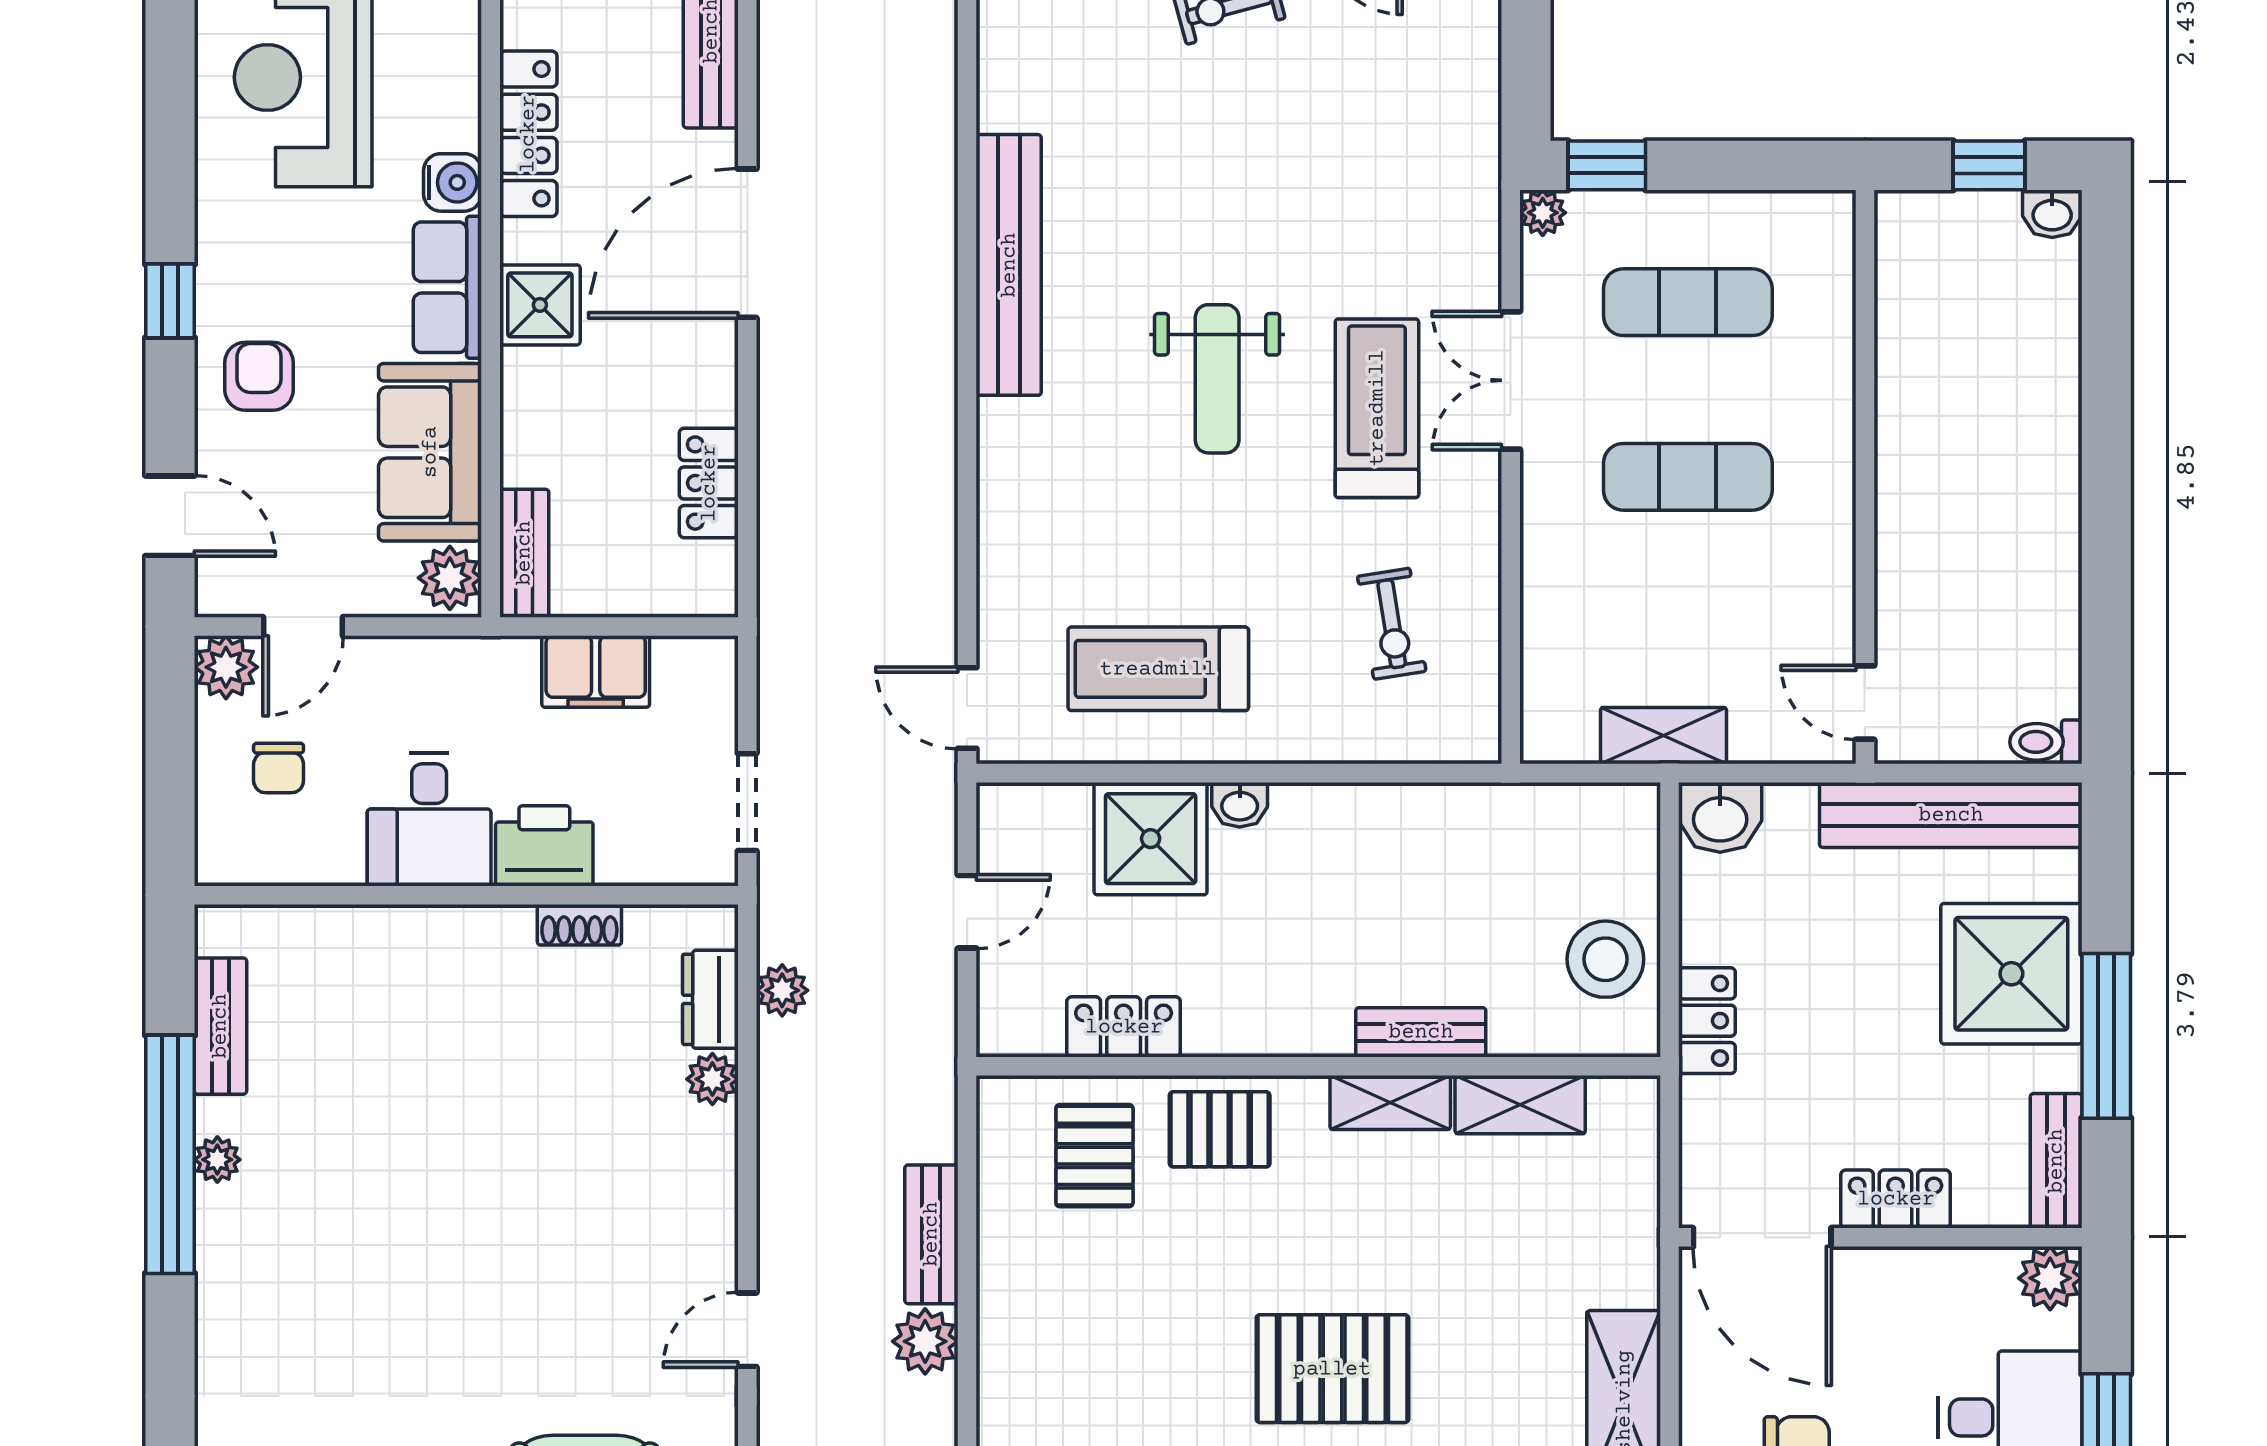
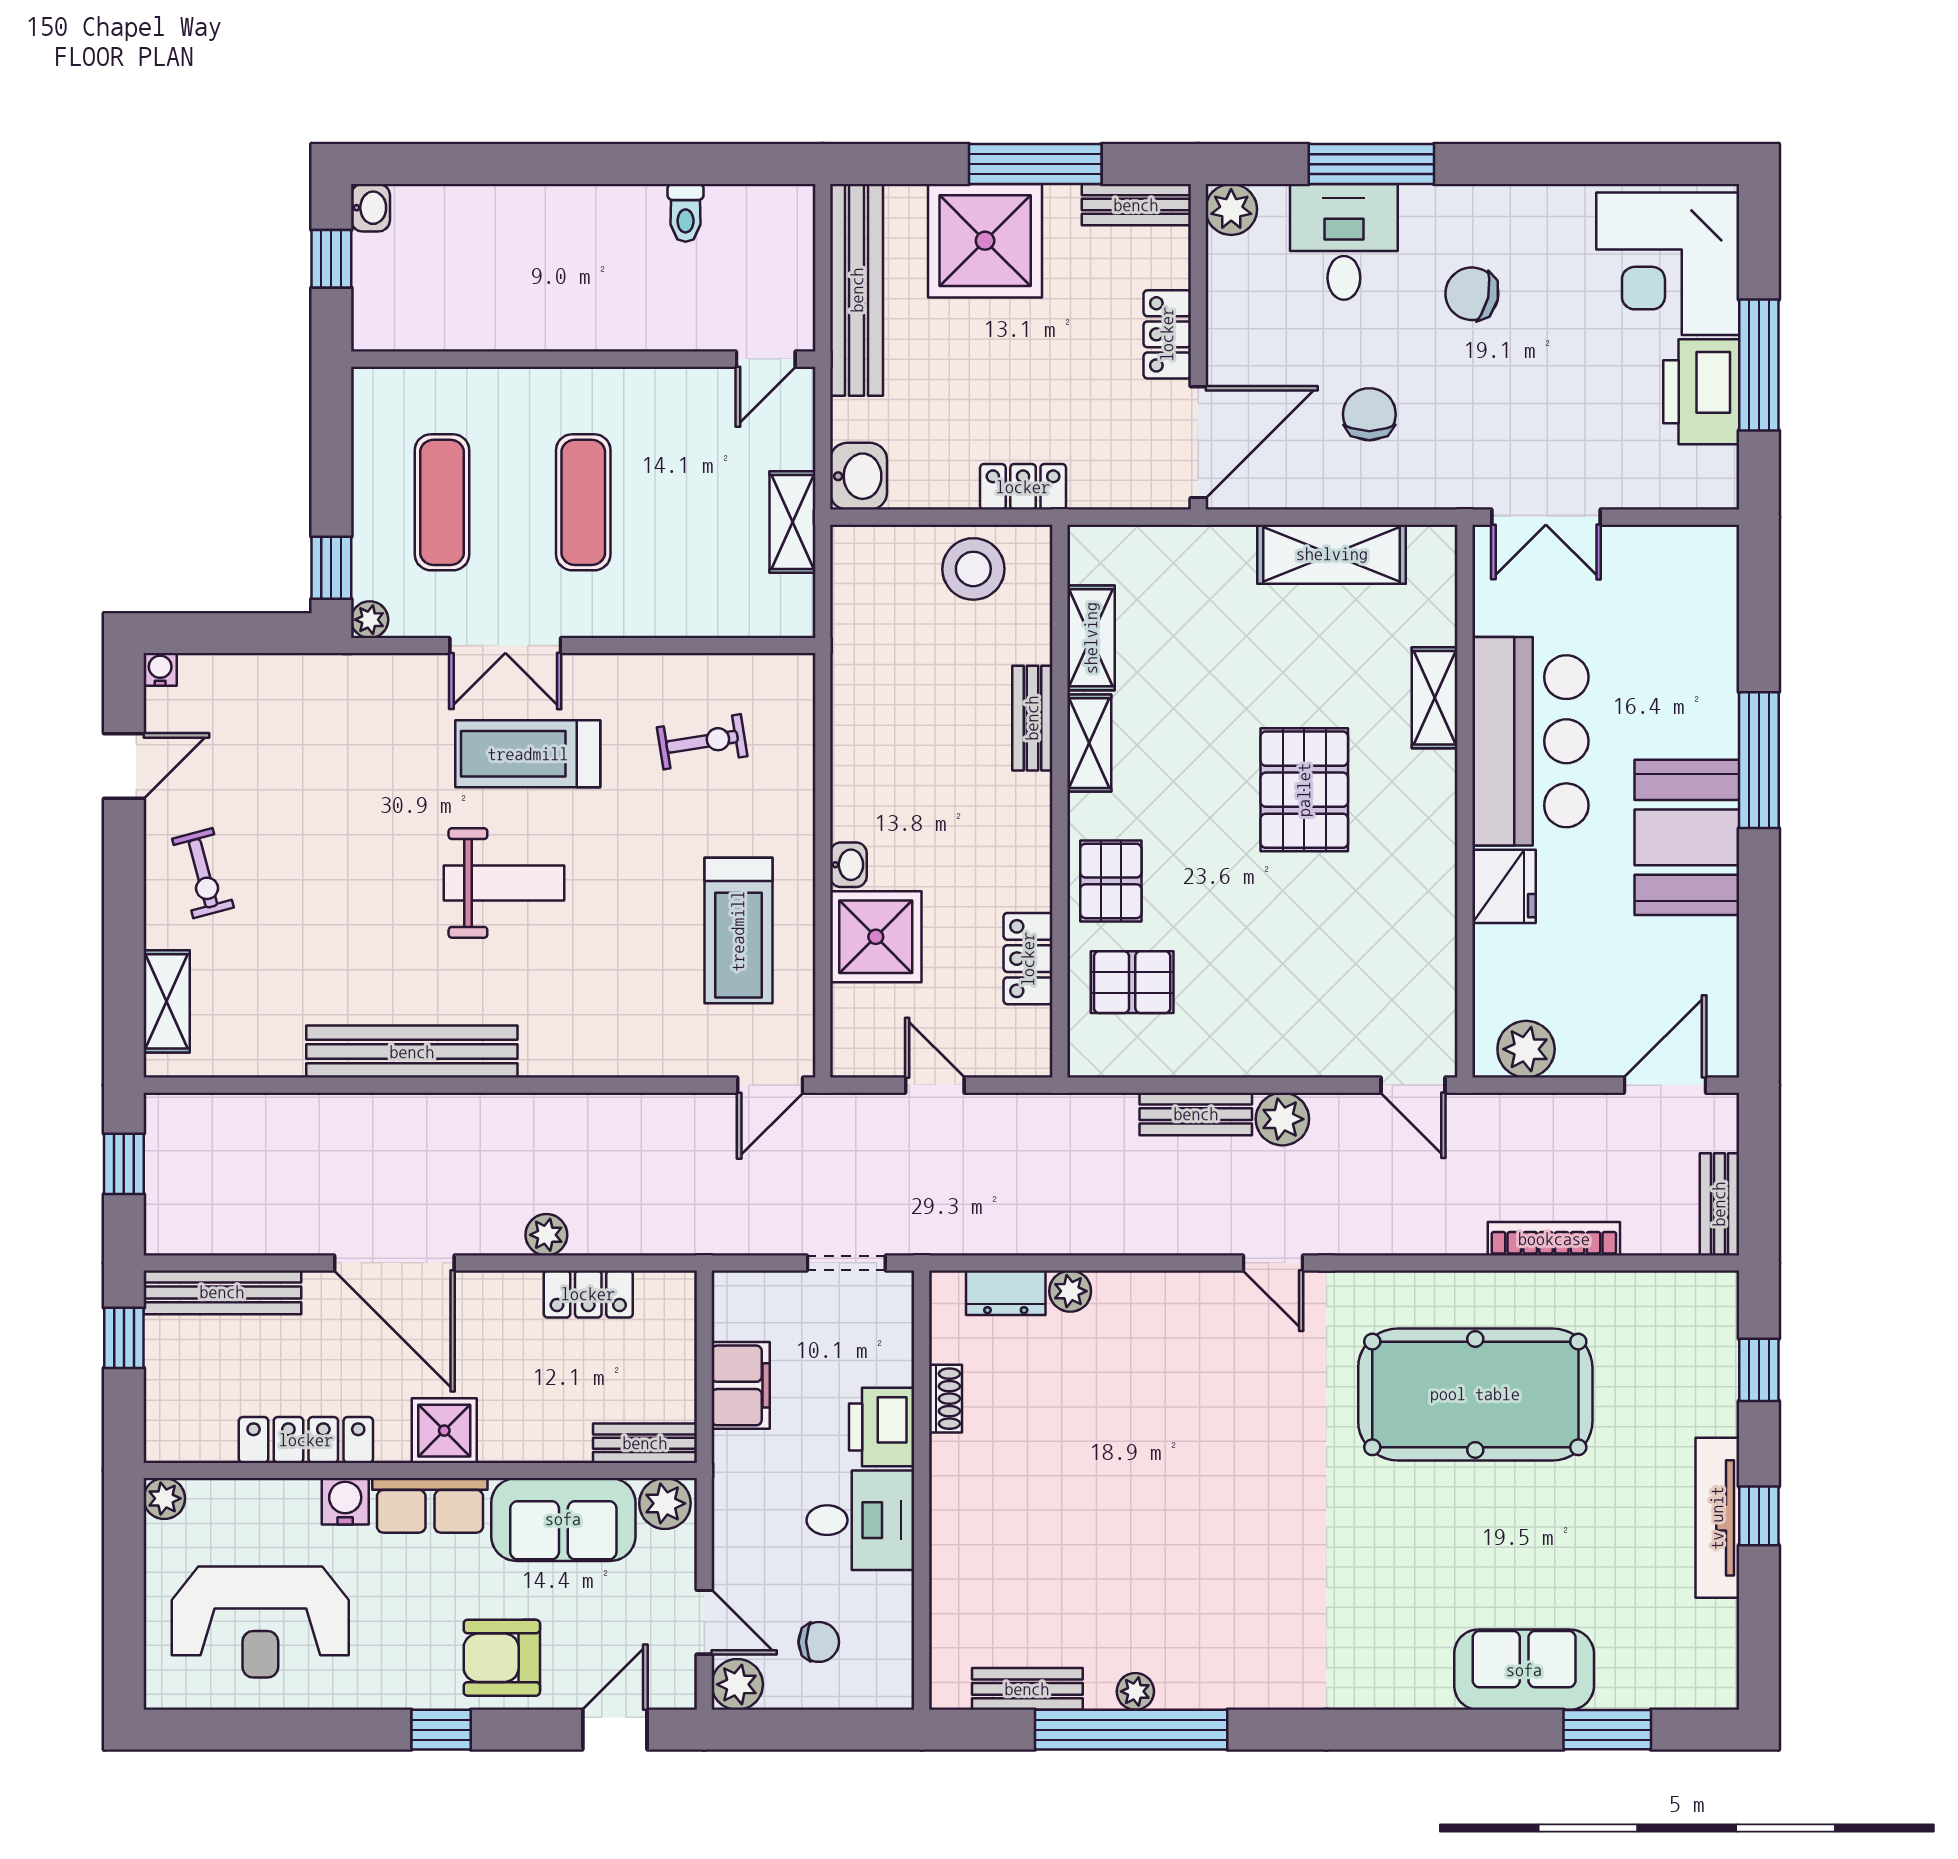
armchair: (259, 376) -> (502, 1658), width x1.38, depth x1.38
toilet: (2046, 742) -> (686, 213), moved
plant: (782, 990) -> (546, 1235), moved

